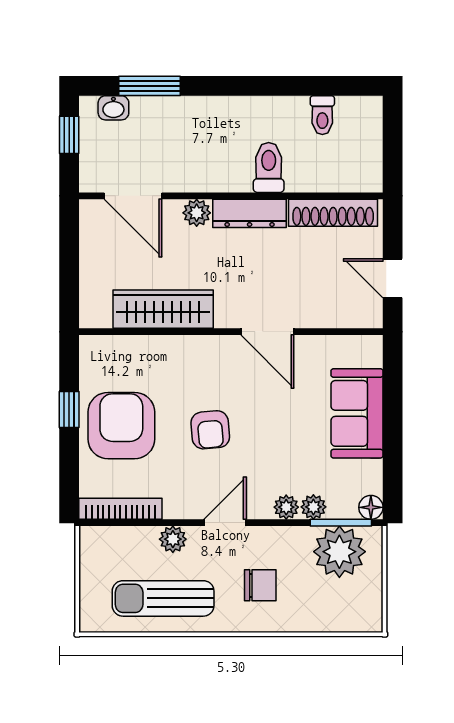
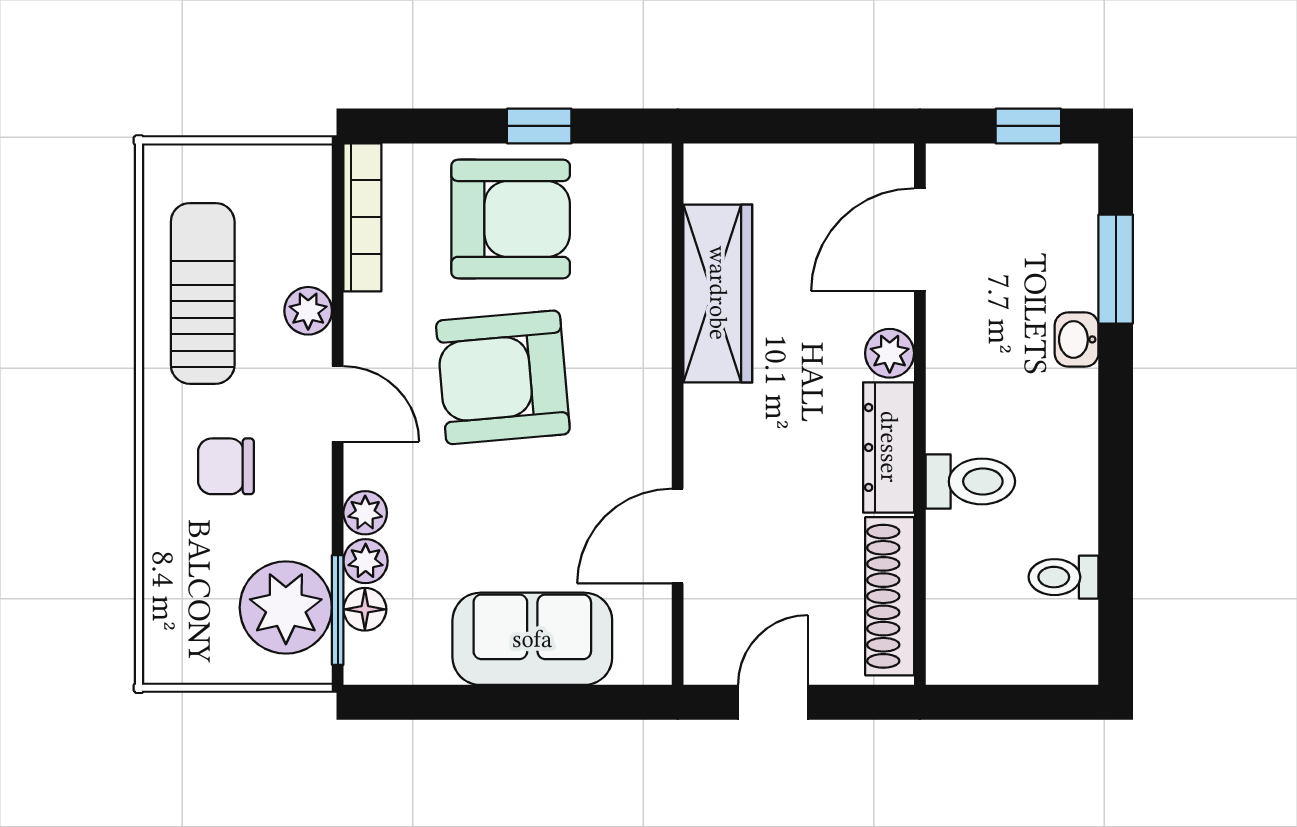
washbasin: (113, 108) -> (1077, 339), moved
door: (267, 332) -> (678, 536), moved
armchair: (210, 430) -> (503, 377), width x1.88, depth x1.88
floor lamp: (371, 507) -> (365, 609), moved
chair: (260, 585) -> (226, 466), turned 90

